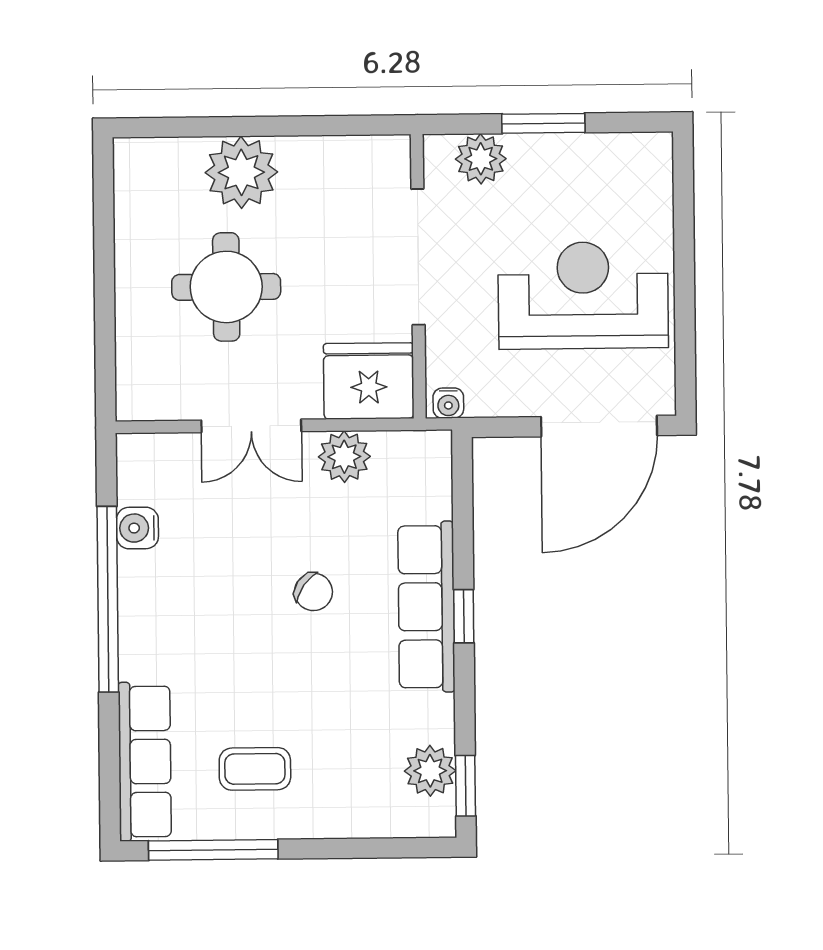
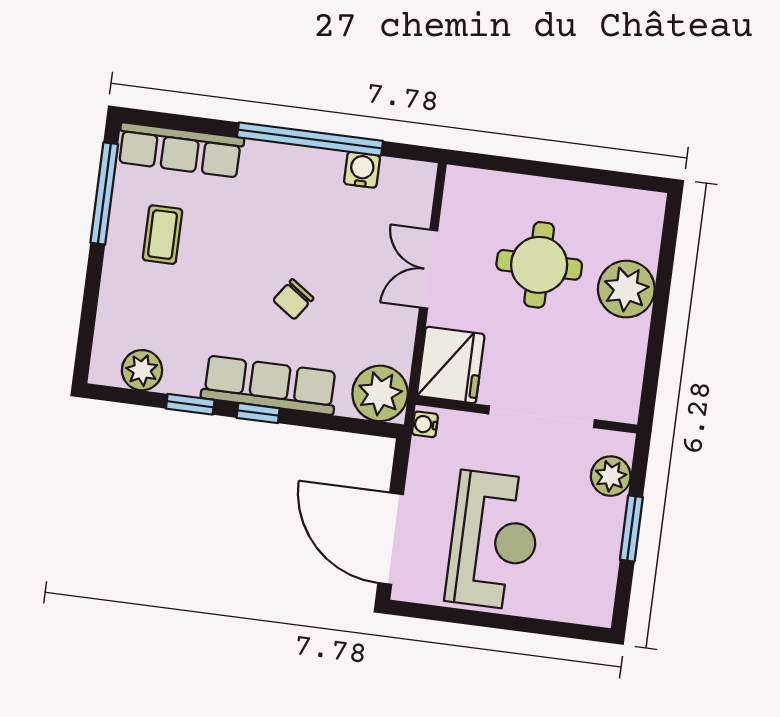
plant: (344, 457) -> (380, 393), moved, width x1.36, depth x1.36
window: (466, 786) -> (190, 404), moved

